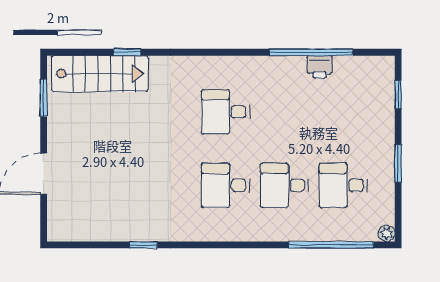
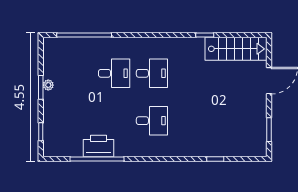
printer: (320, 67) -> (98, 146), width x1.87, depth x1.48
stairs: (100, 74) -> (236, 49), moved, turned 180
desk: (343, 185) -> (76, 73), removed
plant: (387, 233) -> (48, 85), moved

